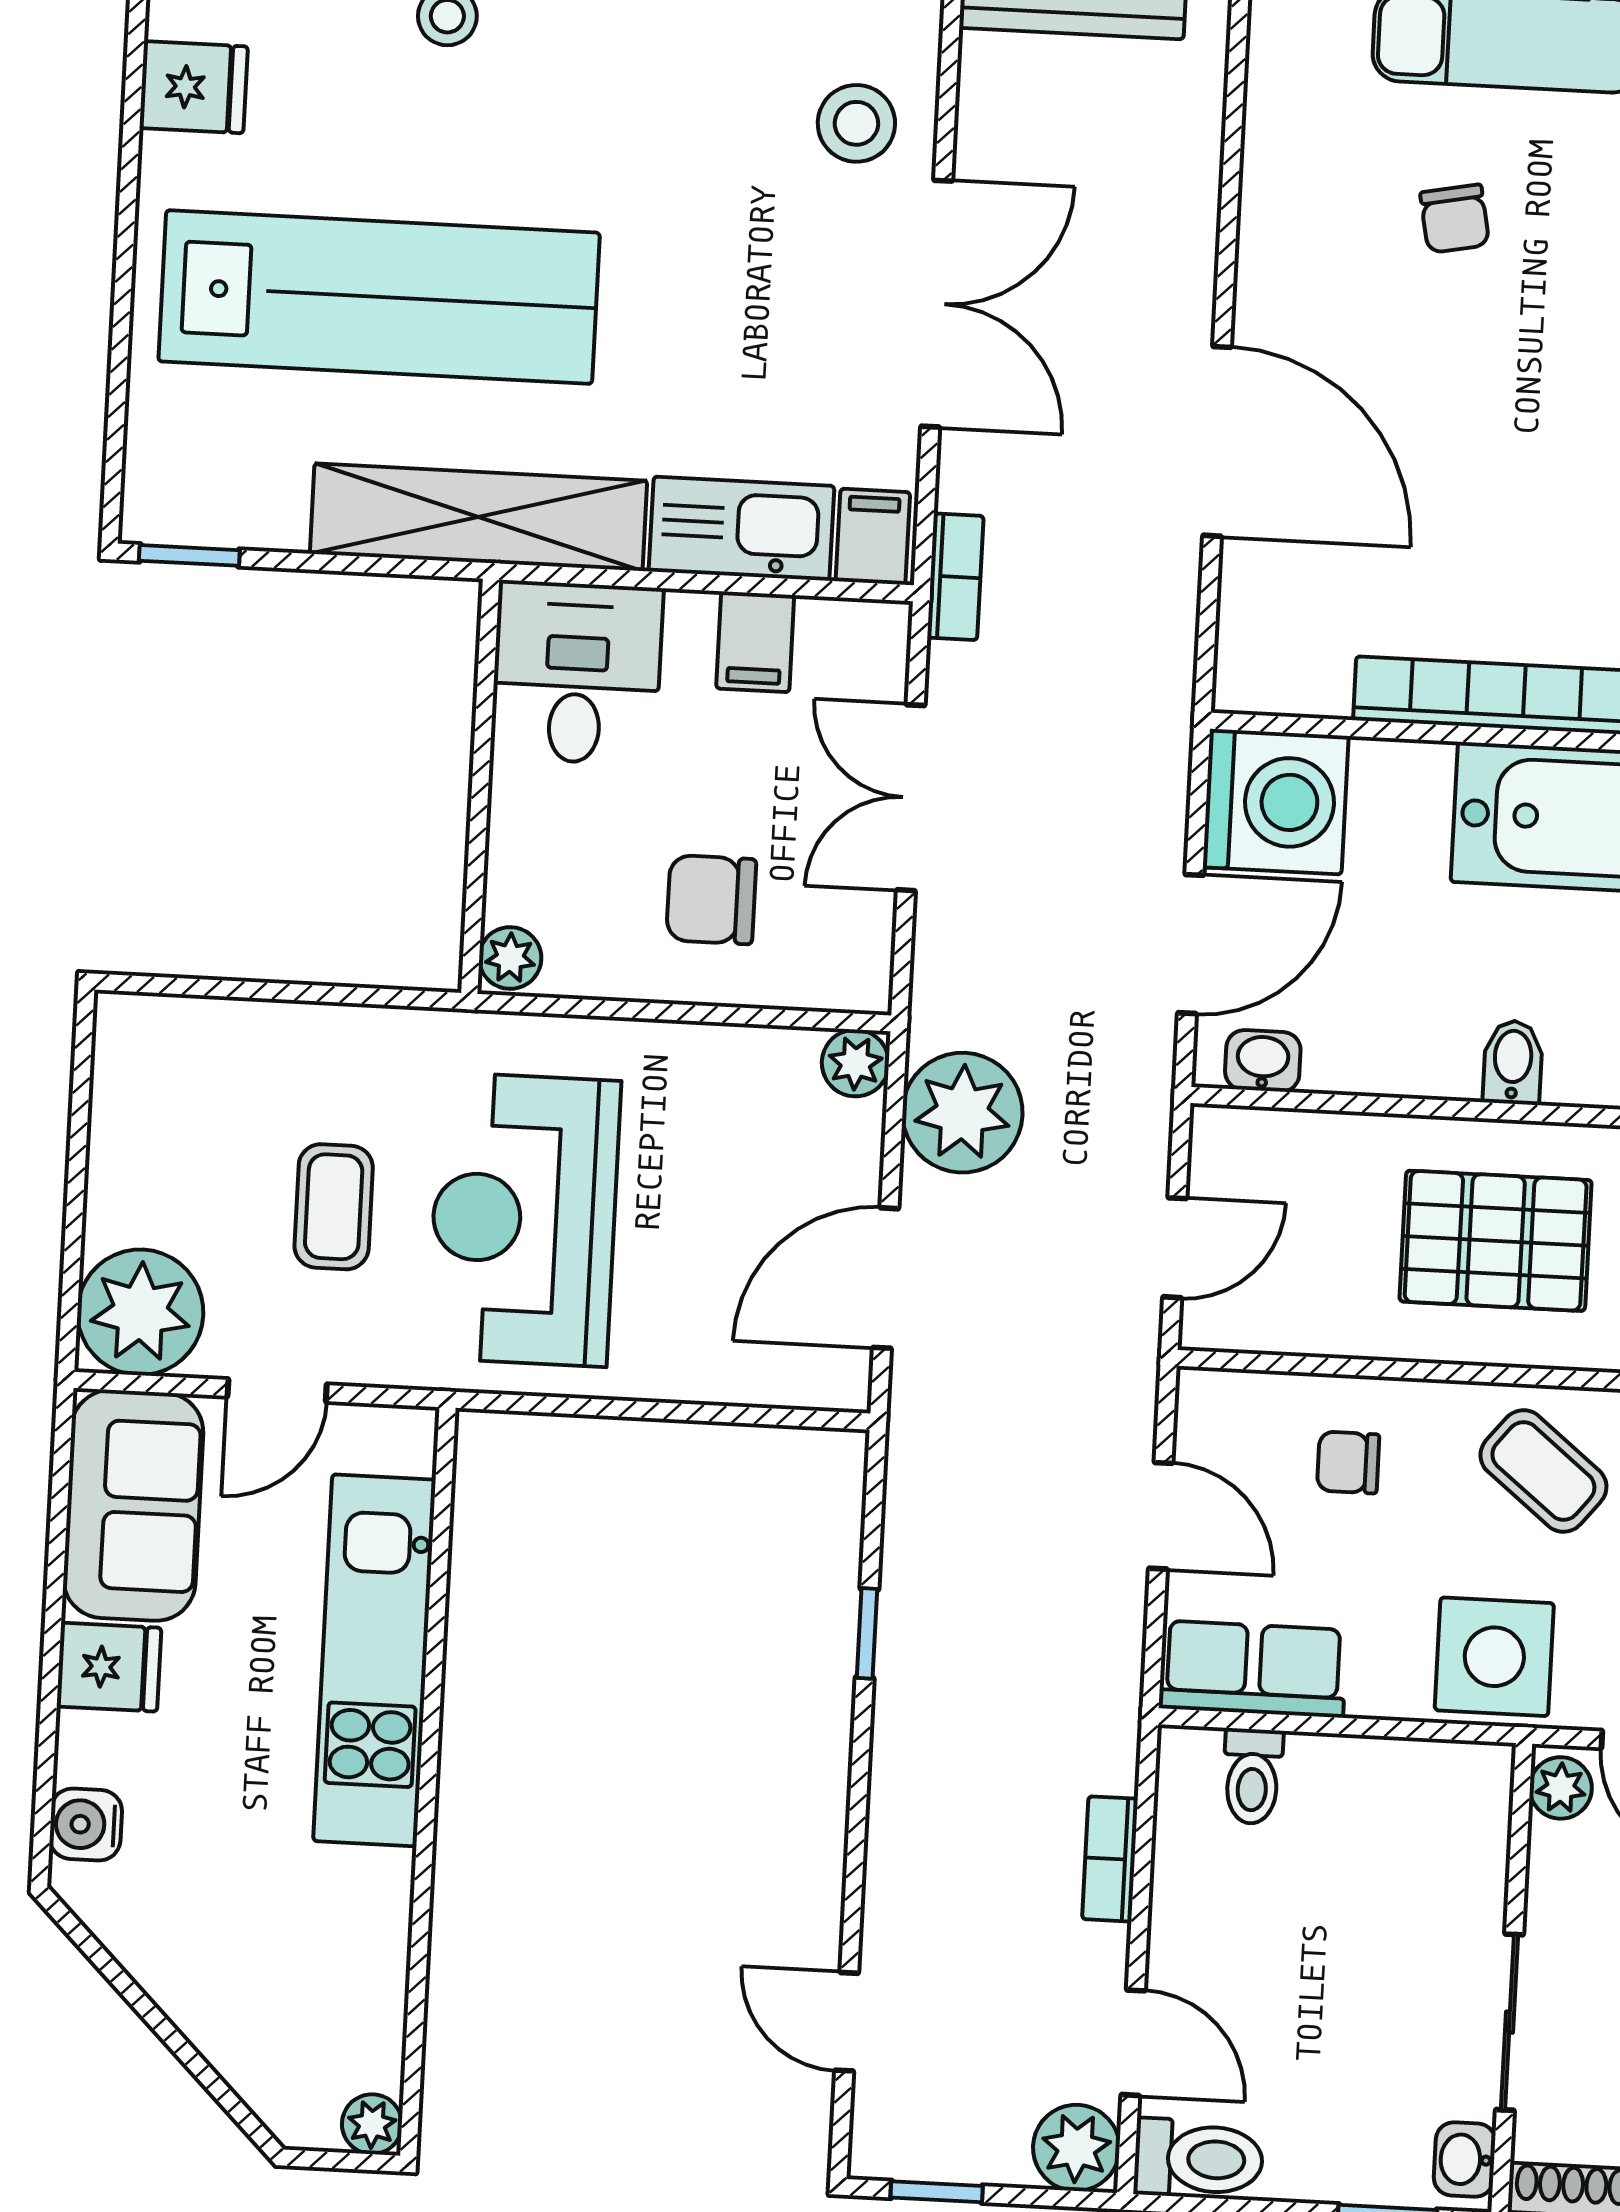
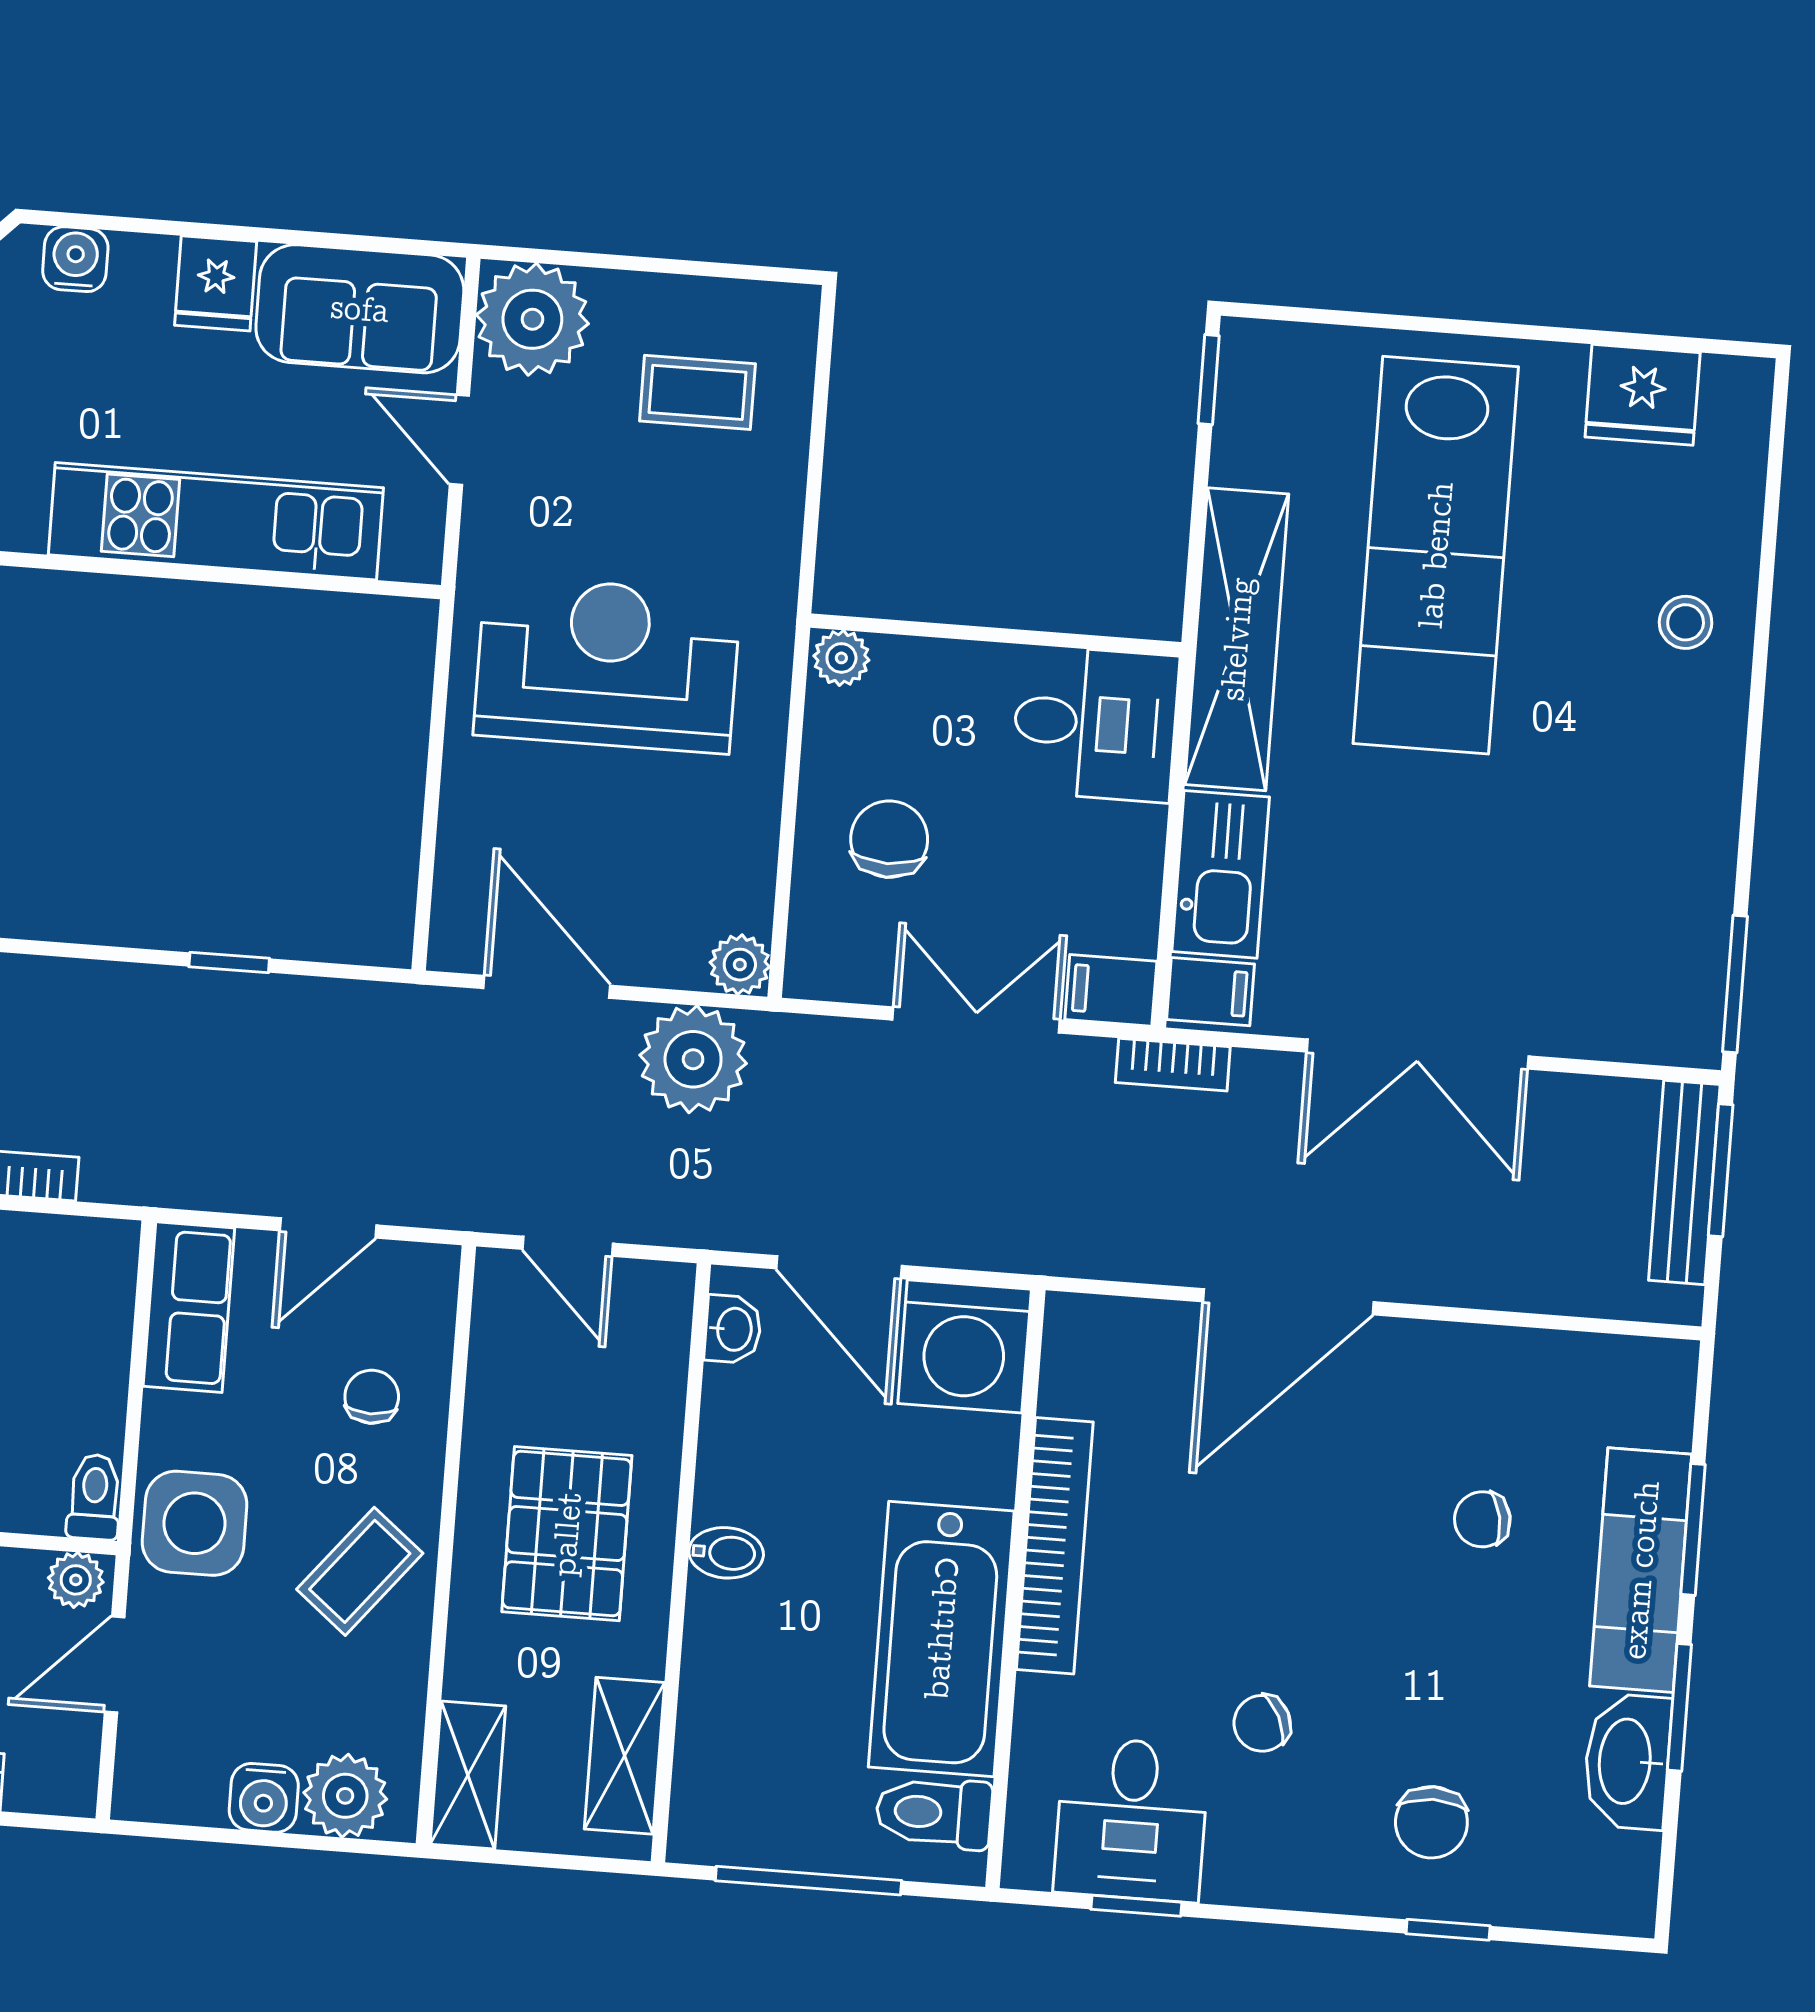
fridge: (194, 87) -> (1643, 395), width x1.38
stool: (856, 123) -> (1581, 986), removed
filing cabinet: (755, 642) -> (1111, 990), moved
coffee table: (334, 1207) -> (697, 392), moved
toilet: (1252, 1776) -> (94, 1497), moved, turned 90

